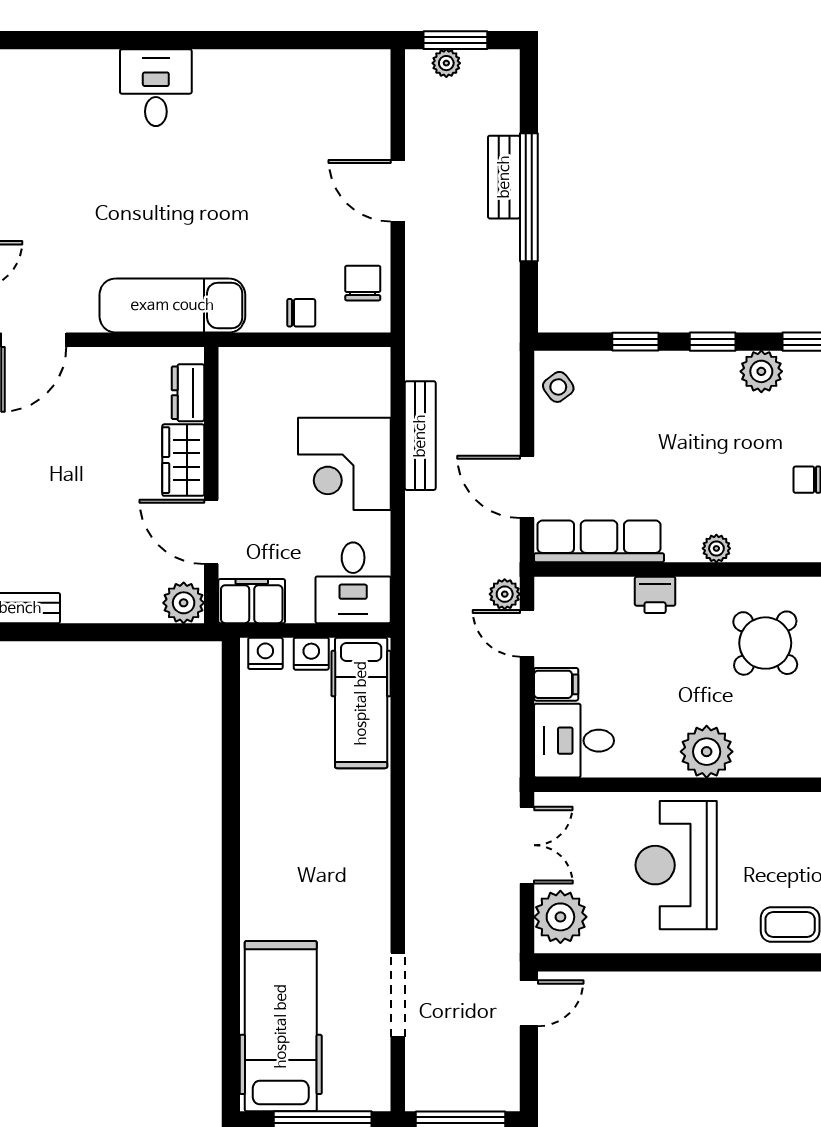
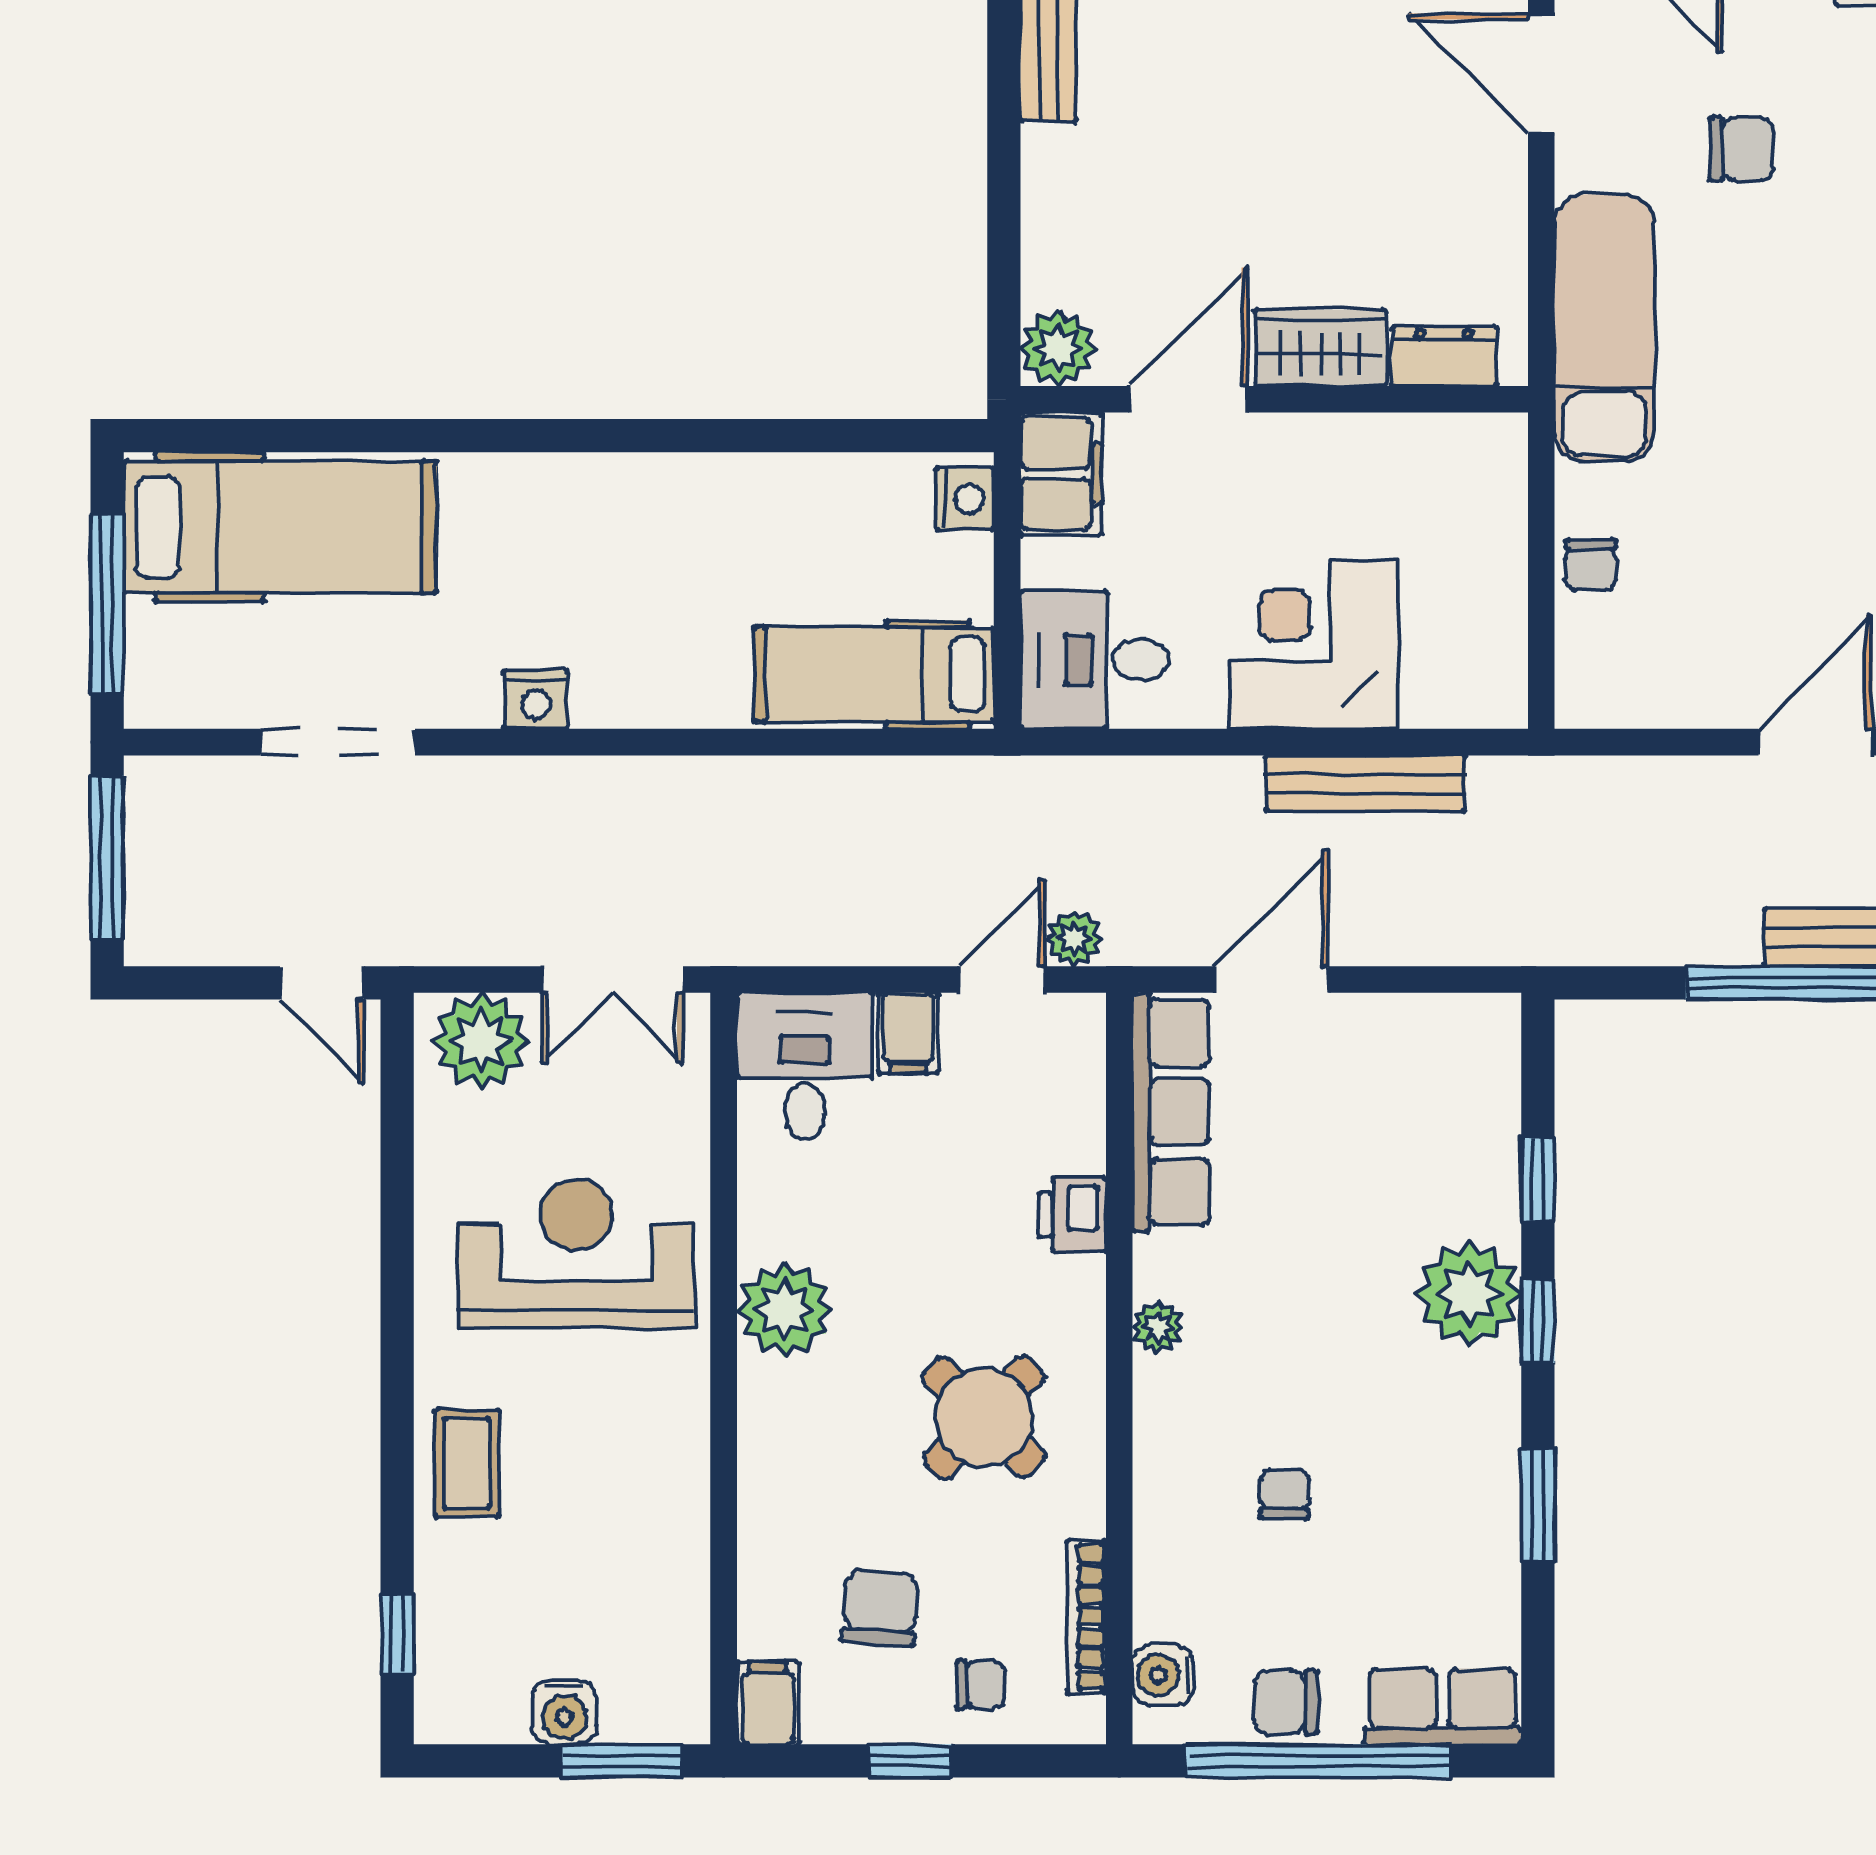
chair: (363, 283) -> (1742, 149), moved
plant: (761, 371) -> (1469, 1294), moved, width x1.36, depth x1.36
side table: (558, 387) -> (1455, 1037), removed
nightstand: (311, 654) -> (536, 699), moved, turned 90

